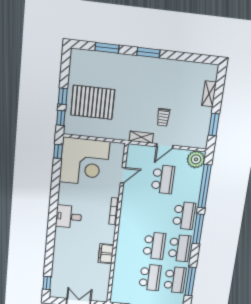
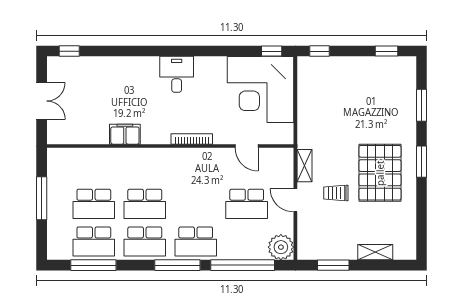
window: (63, 96) -> (386, 51), moved
pallet: (93, 102) -> (380, 173), moved

